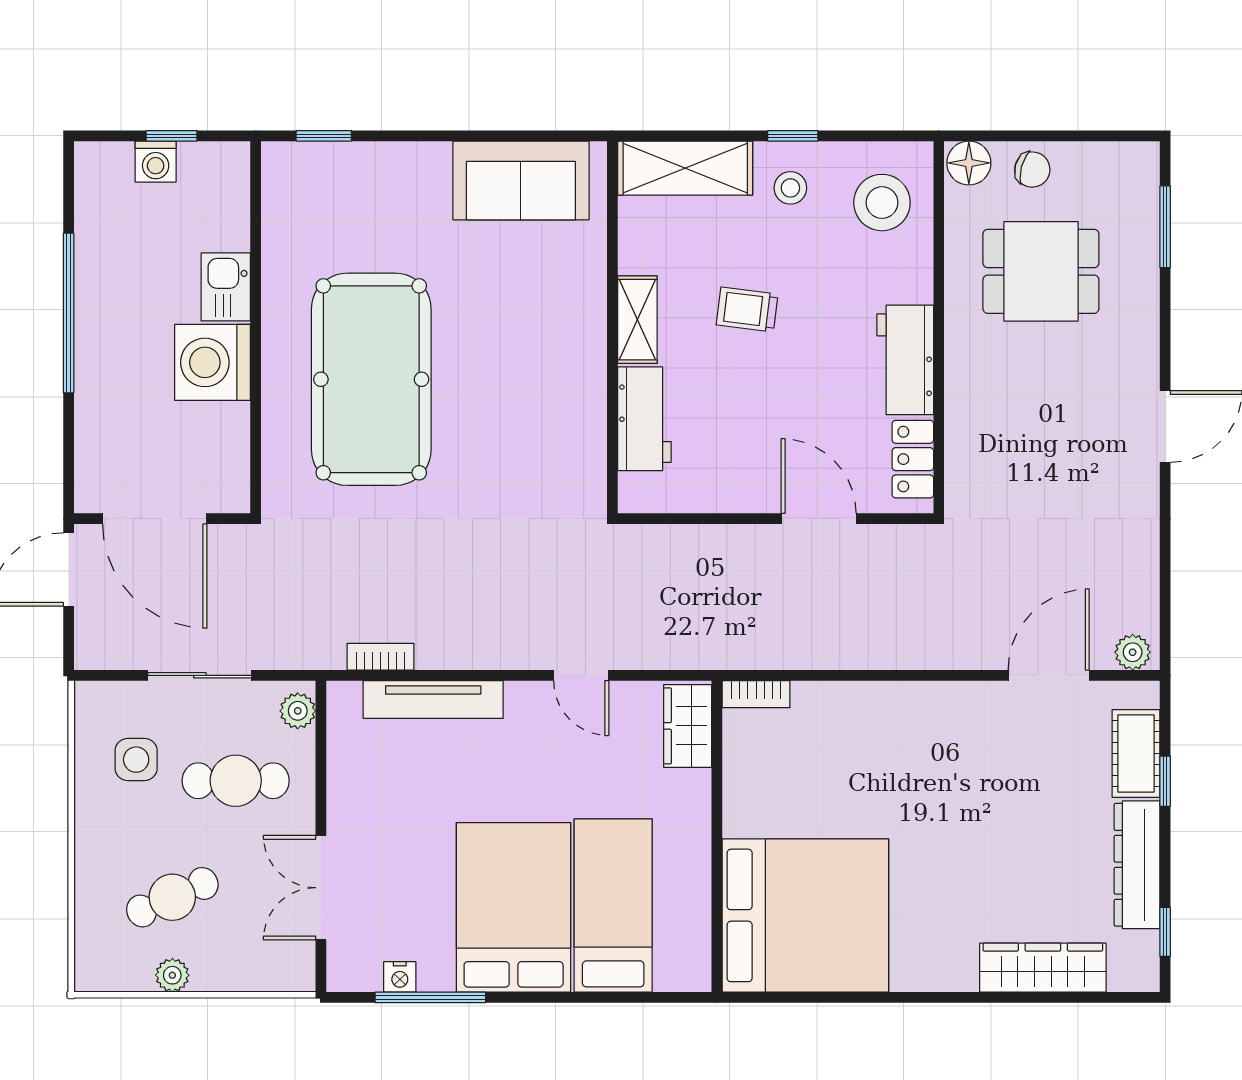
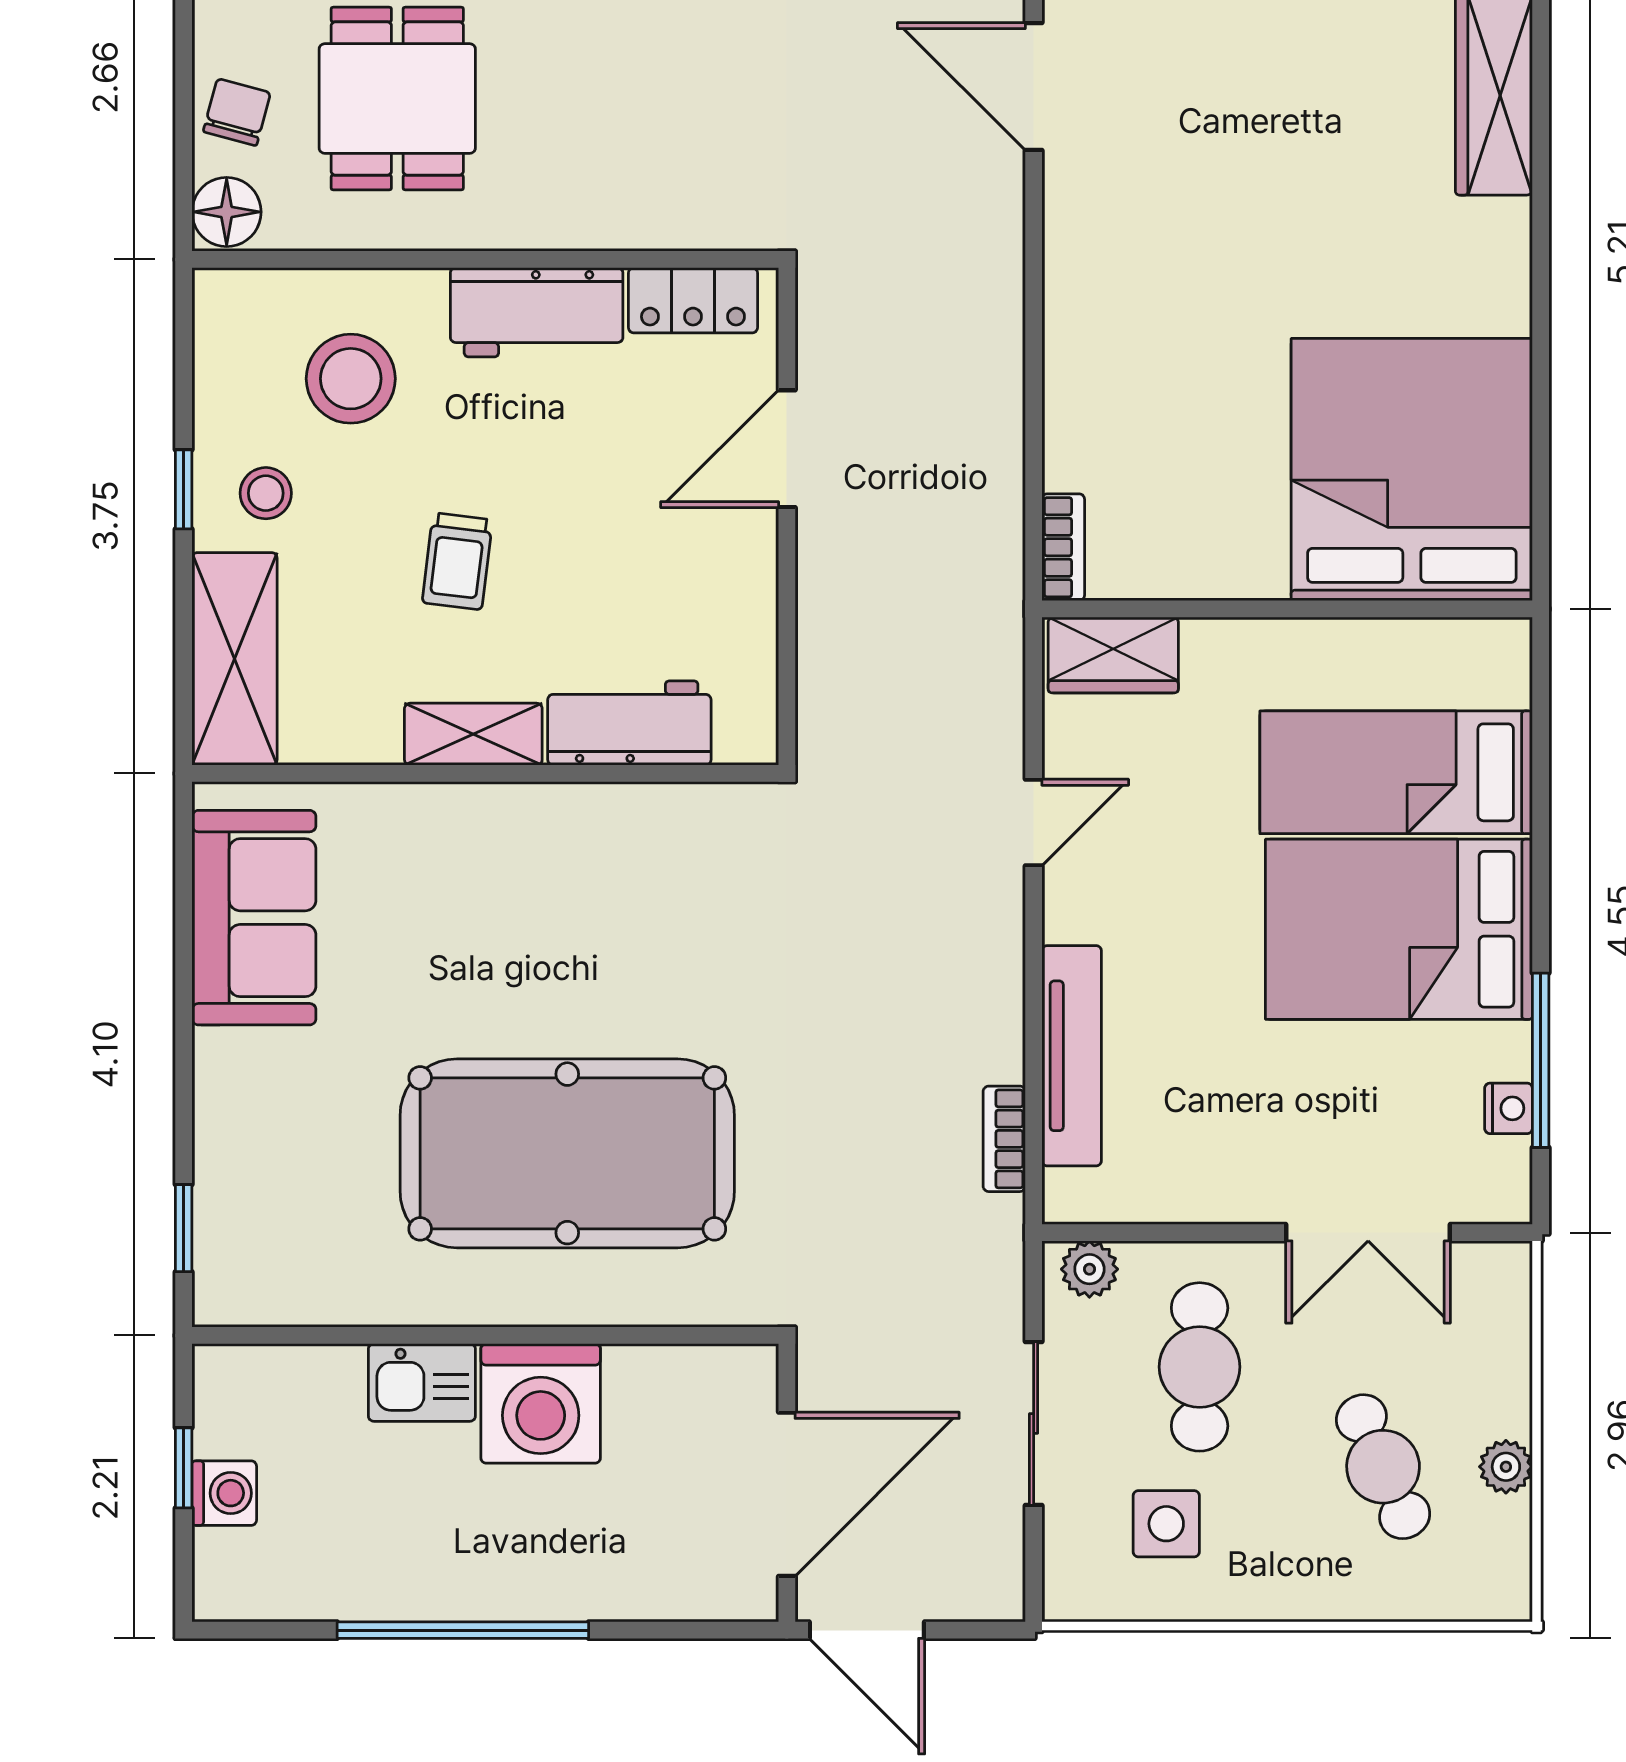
stool: (882, 203) -> (351, 379), moved

